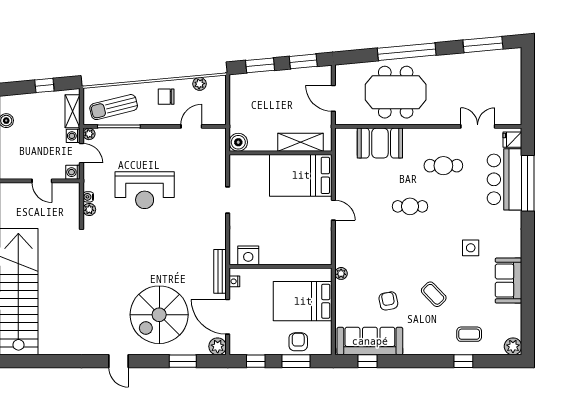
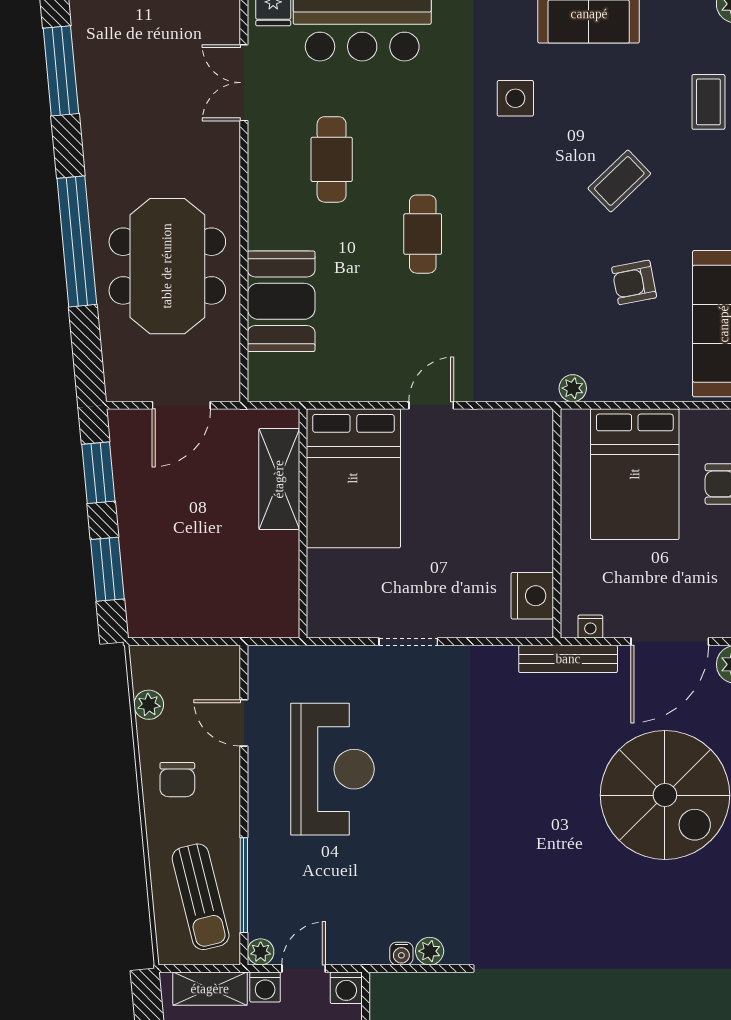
boiler: (238, 142) -> (279, 618), removed
reception desk: (145, 190) -> (332, 769), moved

